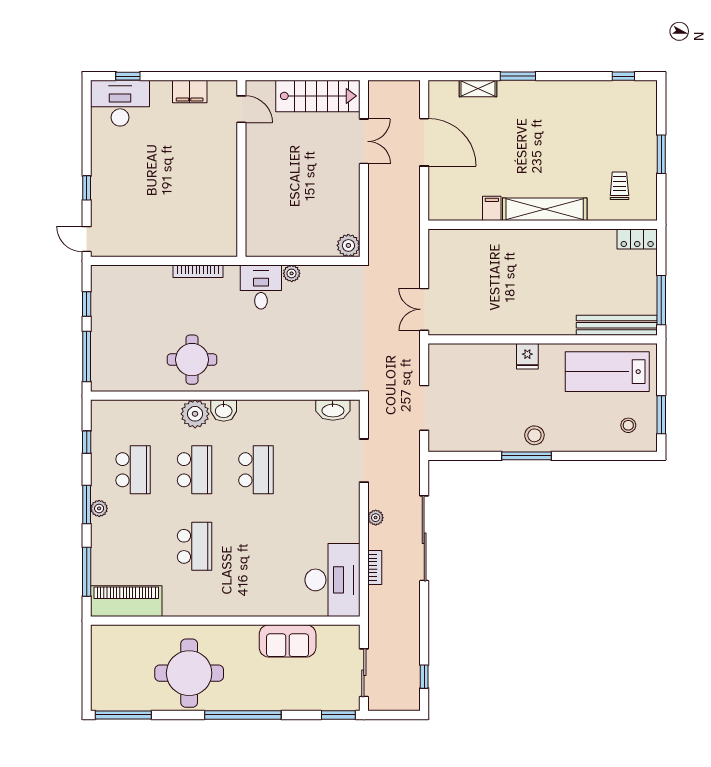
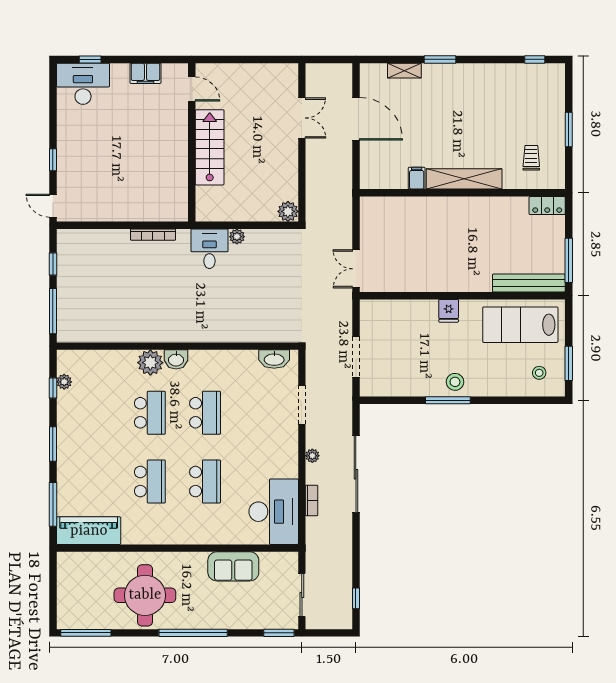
stairs: (318, 96) -> (210, 147), moved, turned -90
round table: (192, 360) -> (148, 314), removed
school desk: (133, 470) -> (205, 482), moved
plant: (99, 508) -> (64, 382), moved

